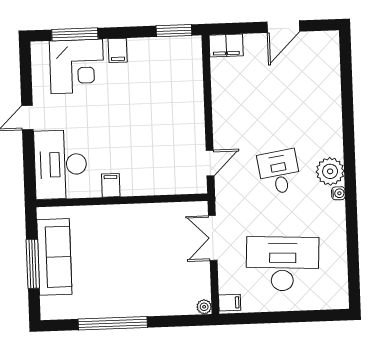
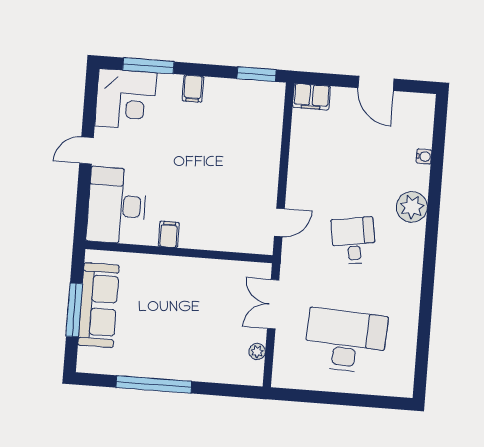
door: (283, 27) -> (376, 83), hinge flipped
corner desk: (77, 66) -> (126, 99), moved
plant: (330, 171) -> (412, 207), moved
water cooler: (338, 193) -> (424, 156), moved
filing cabinet: (230, 303) -> (283, 377), removed
plant: (204, 307) -> (257, 352), moved

